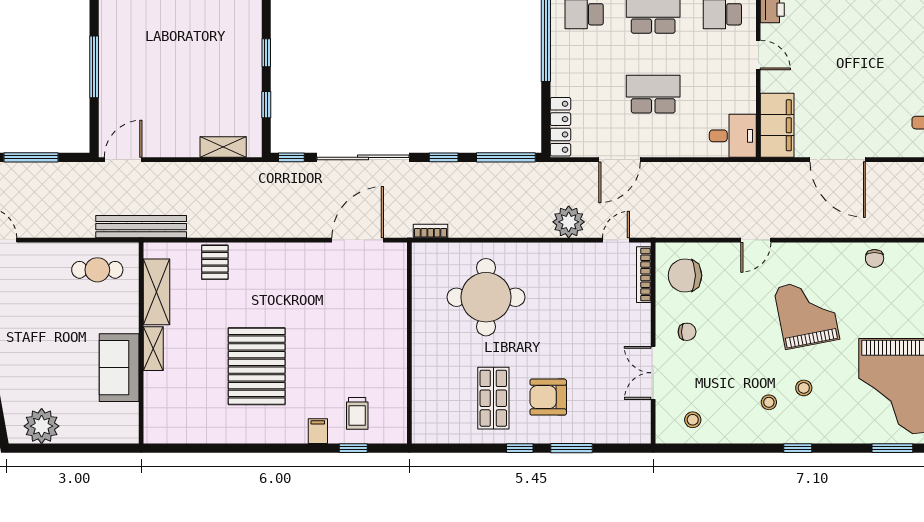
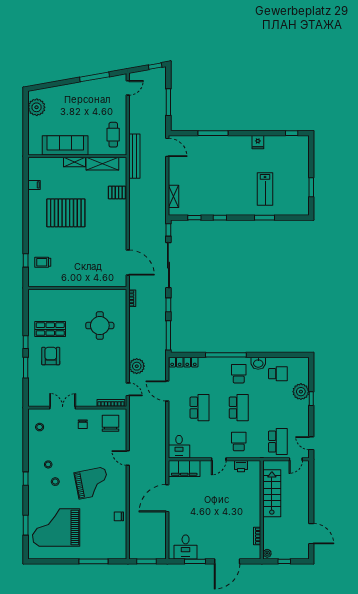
round table: (486, 297) -> (100, 326), width x0.73, depth x0.73
sofa: (119, 368) -> (65, 145), width x1.36
filing cabinet: (318, 431) -> (34, 185), moved

